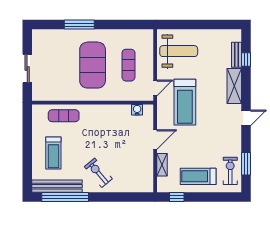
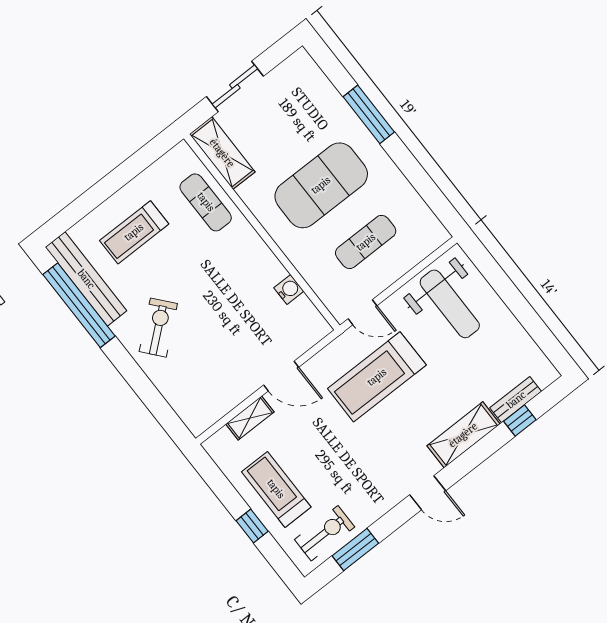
shelving: (49, 94) -> (222, 153), added
water cooler: (137, 110) -> (289, 289), moved
window: (177, 197) -> (252, 526), moved

